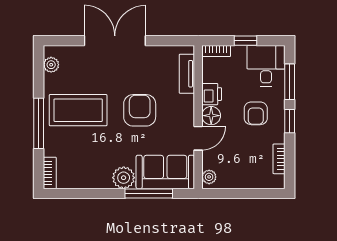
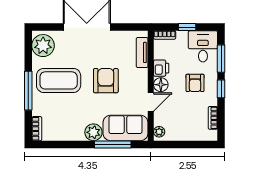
plant: (51, 65) -> (43, 46), width x1.87, depth x1.87

